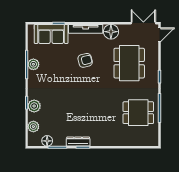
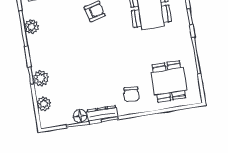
dining table: (138, 113) -> (169, 81), moved, turned 90
chair: (103, 130) -> (131, 94), added
floor lamp: (47, 141) -> (80, 116), moved

